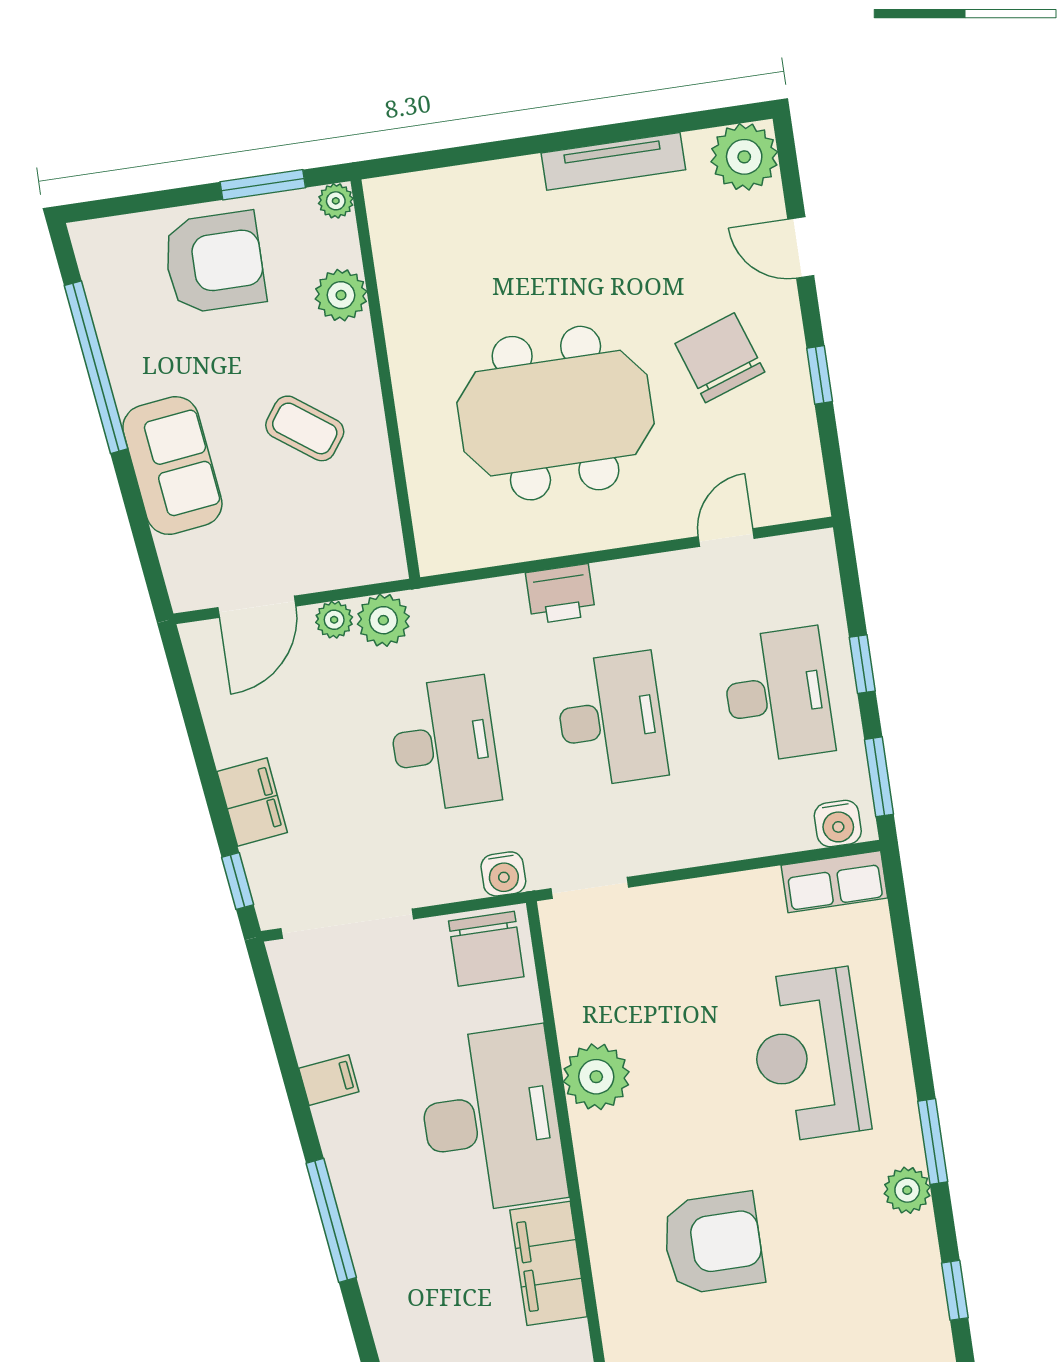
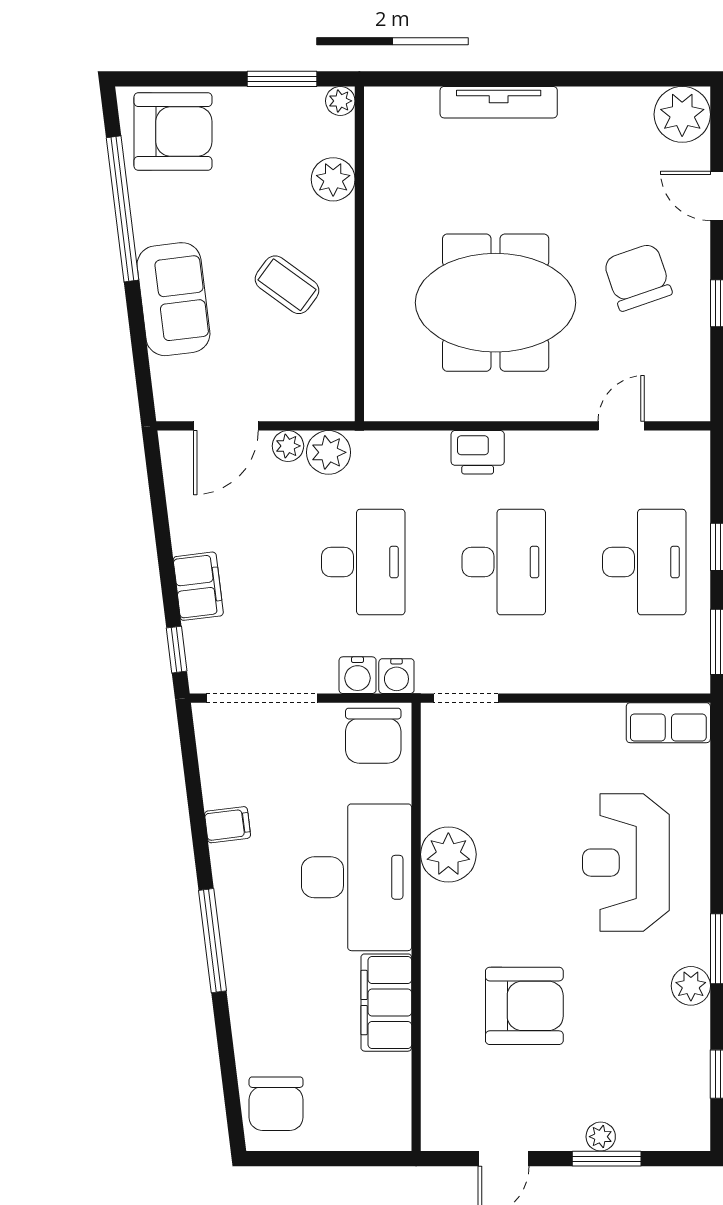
tv unit: (613, 161) -> (499, 102), moved
armchair: (214, 262) -> (173, 132), moved
water cooler: (838, 823) -> (358, 675), moved

